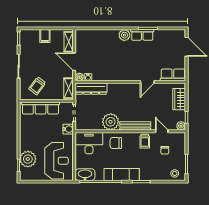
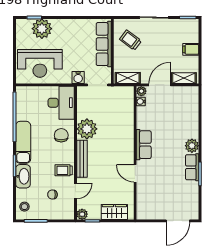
row of seats: (173, 75) -> (144, 145), moved
dresser: (91, 89) -> (127, 105), removed
washbasin: (85, 175) -> (23, 176), moved

